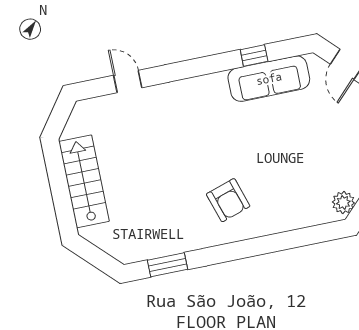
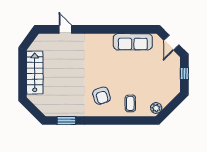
window: (254, 56) -> (128, 29), removed
coffee table: (289, 204) -> (130, 103), added

